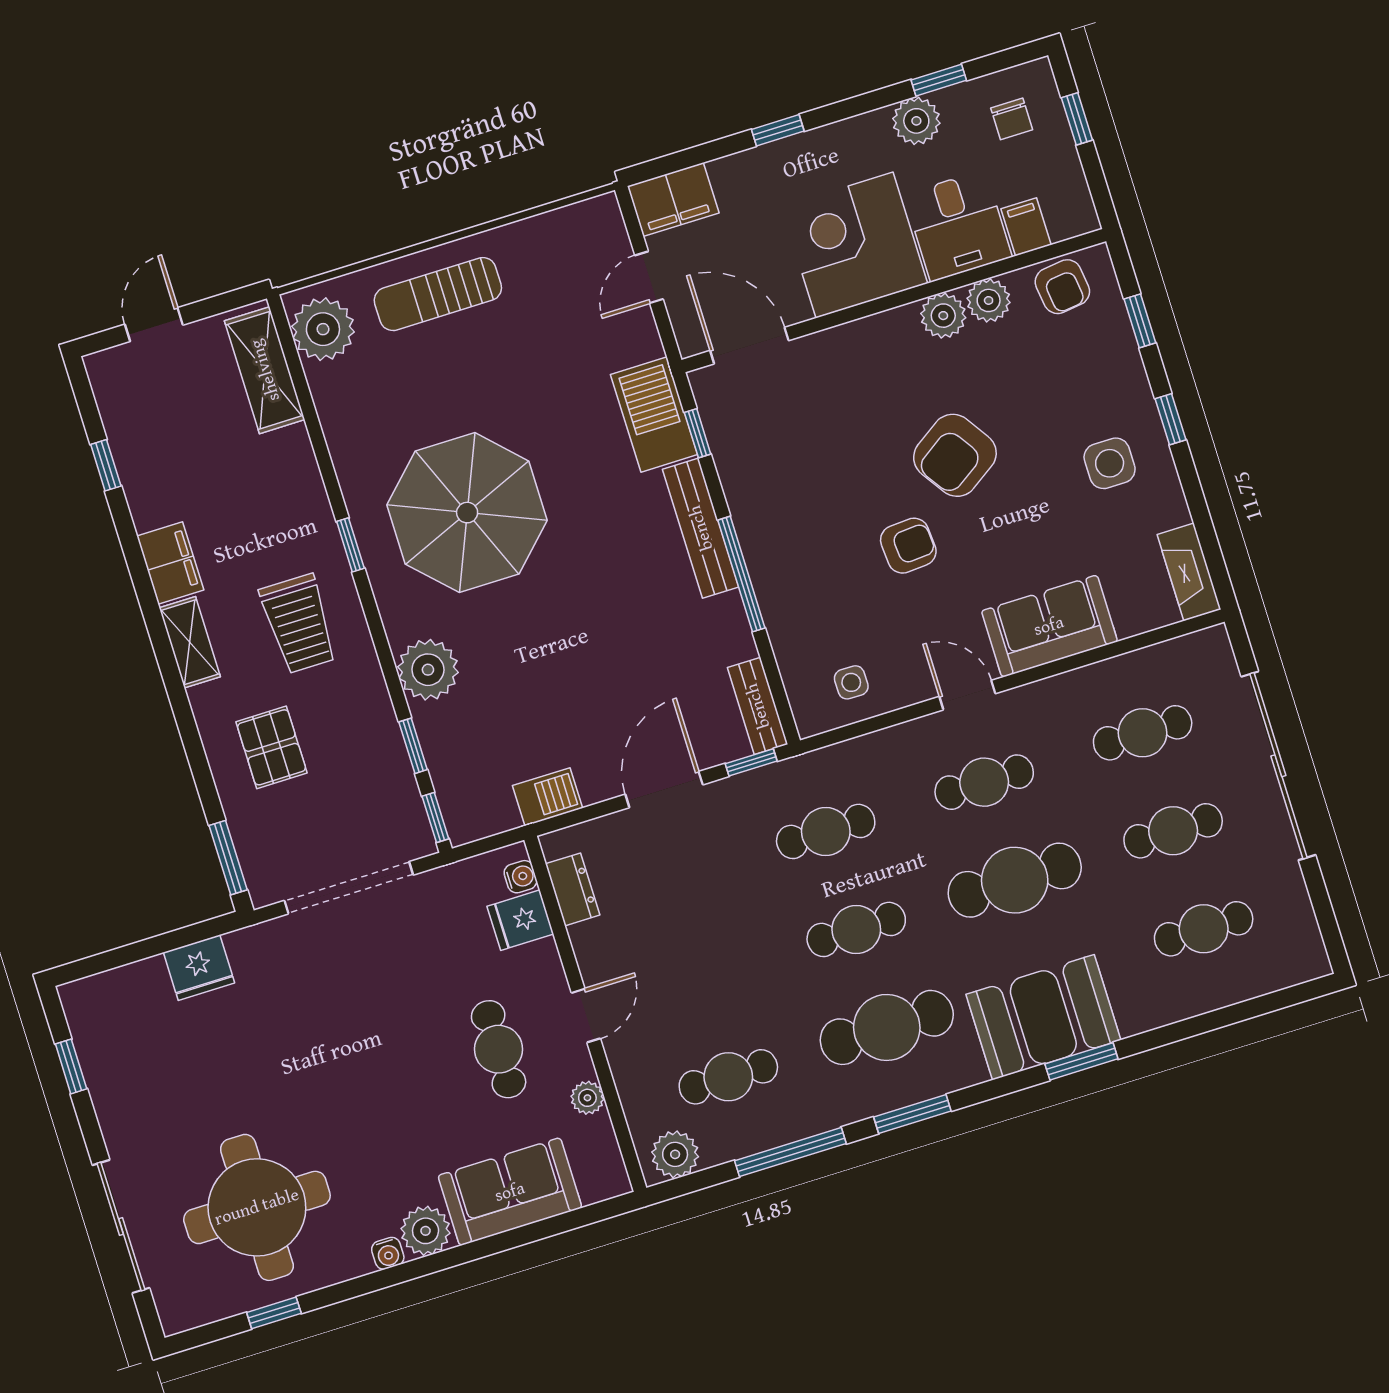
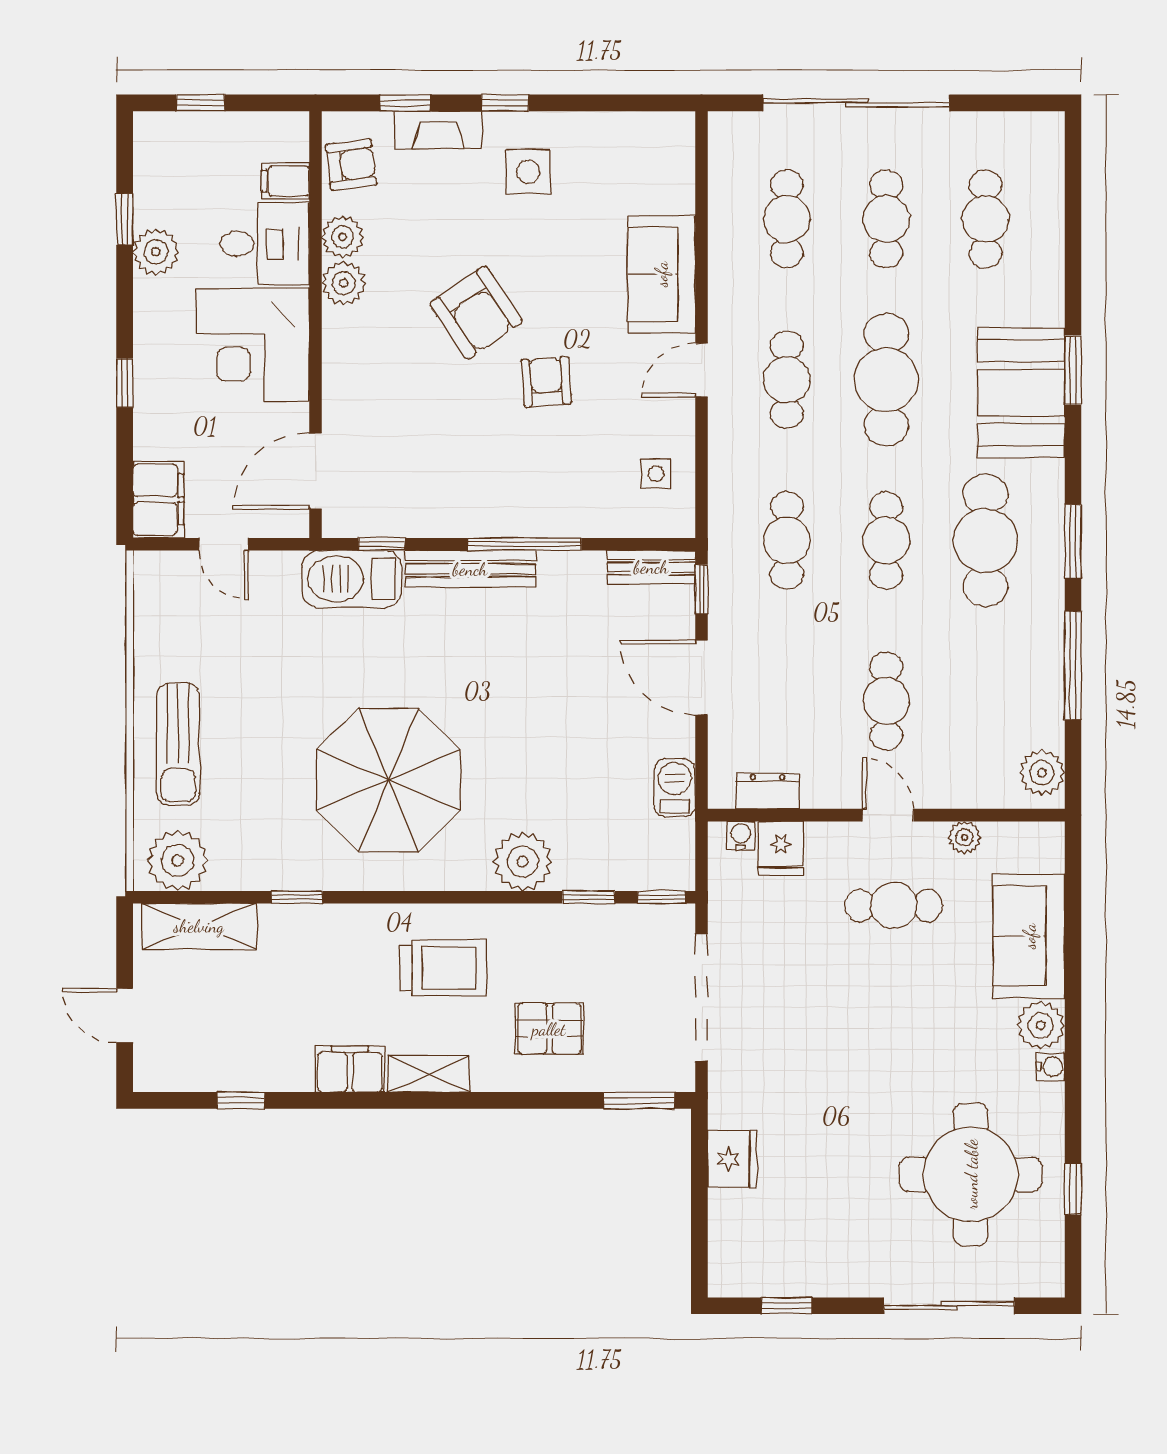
chair: (1012, 119) -> (182, 163), removed
window: (350, 545) -> (297, 897), moved
fireplace: (1189, 572) -> (438, 130), moved
cafe table: (728, 1077) -> (886, 701), moved

